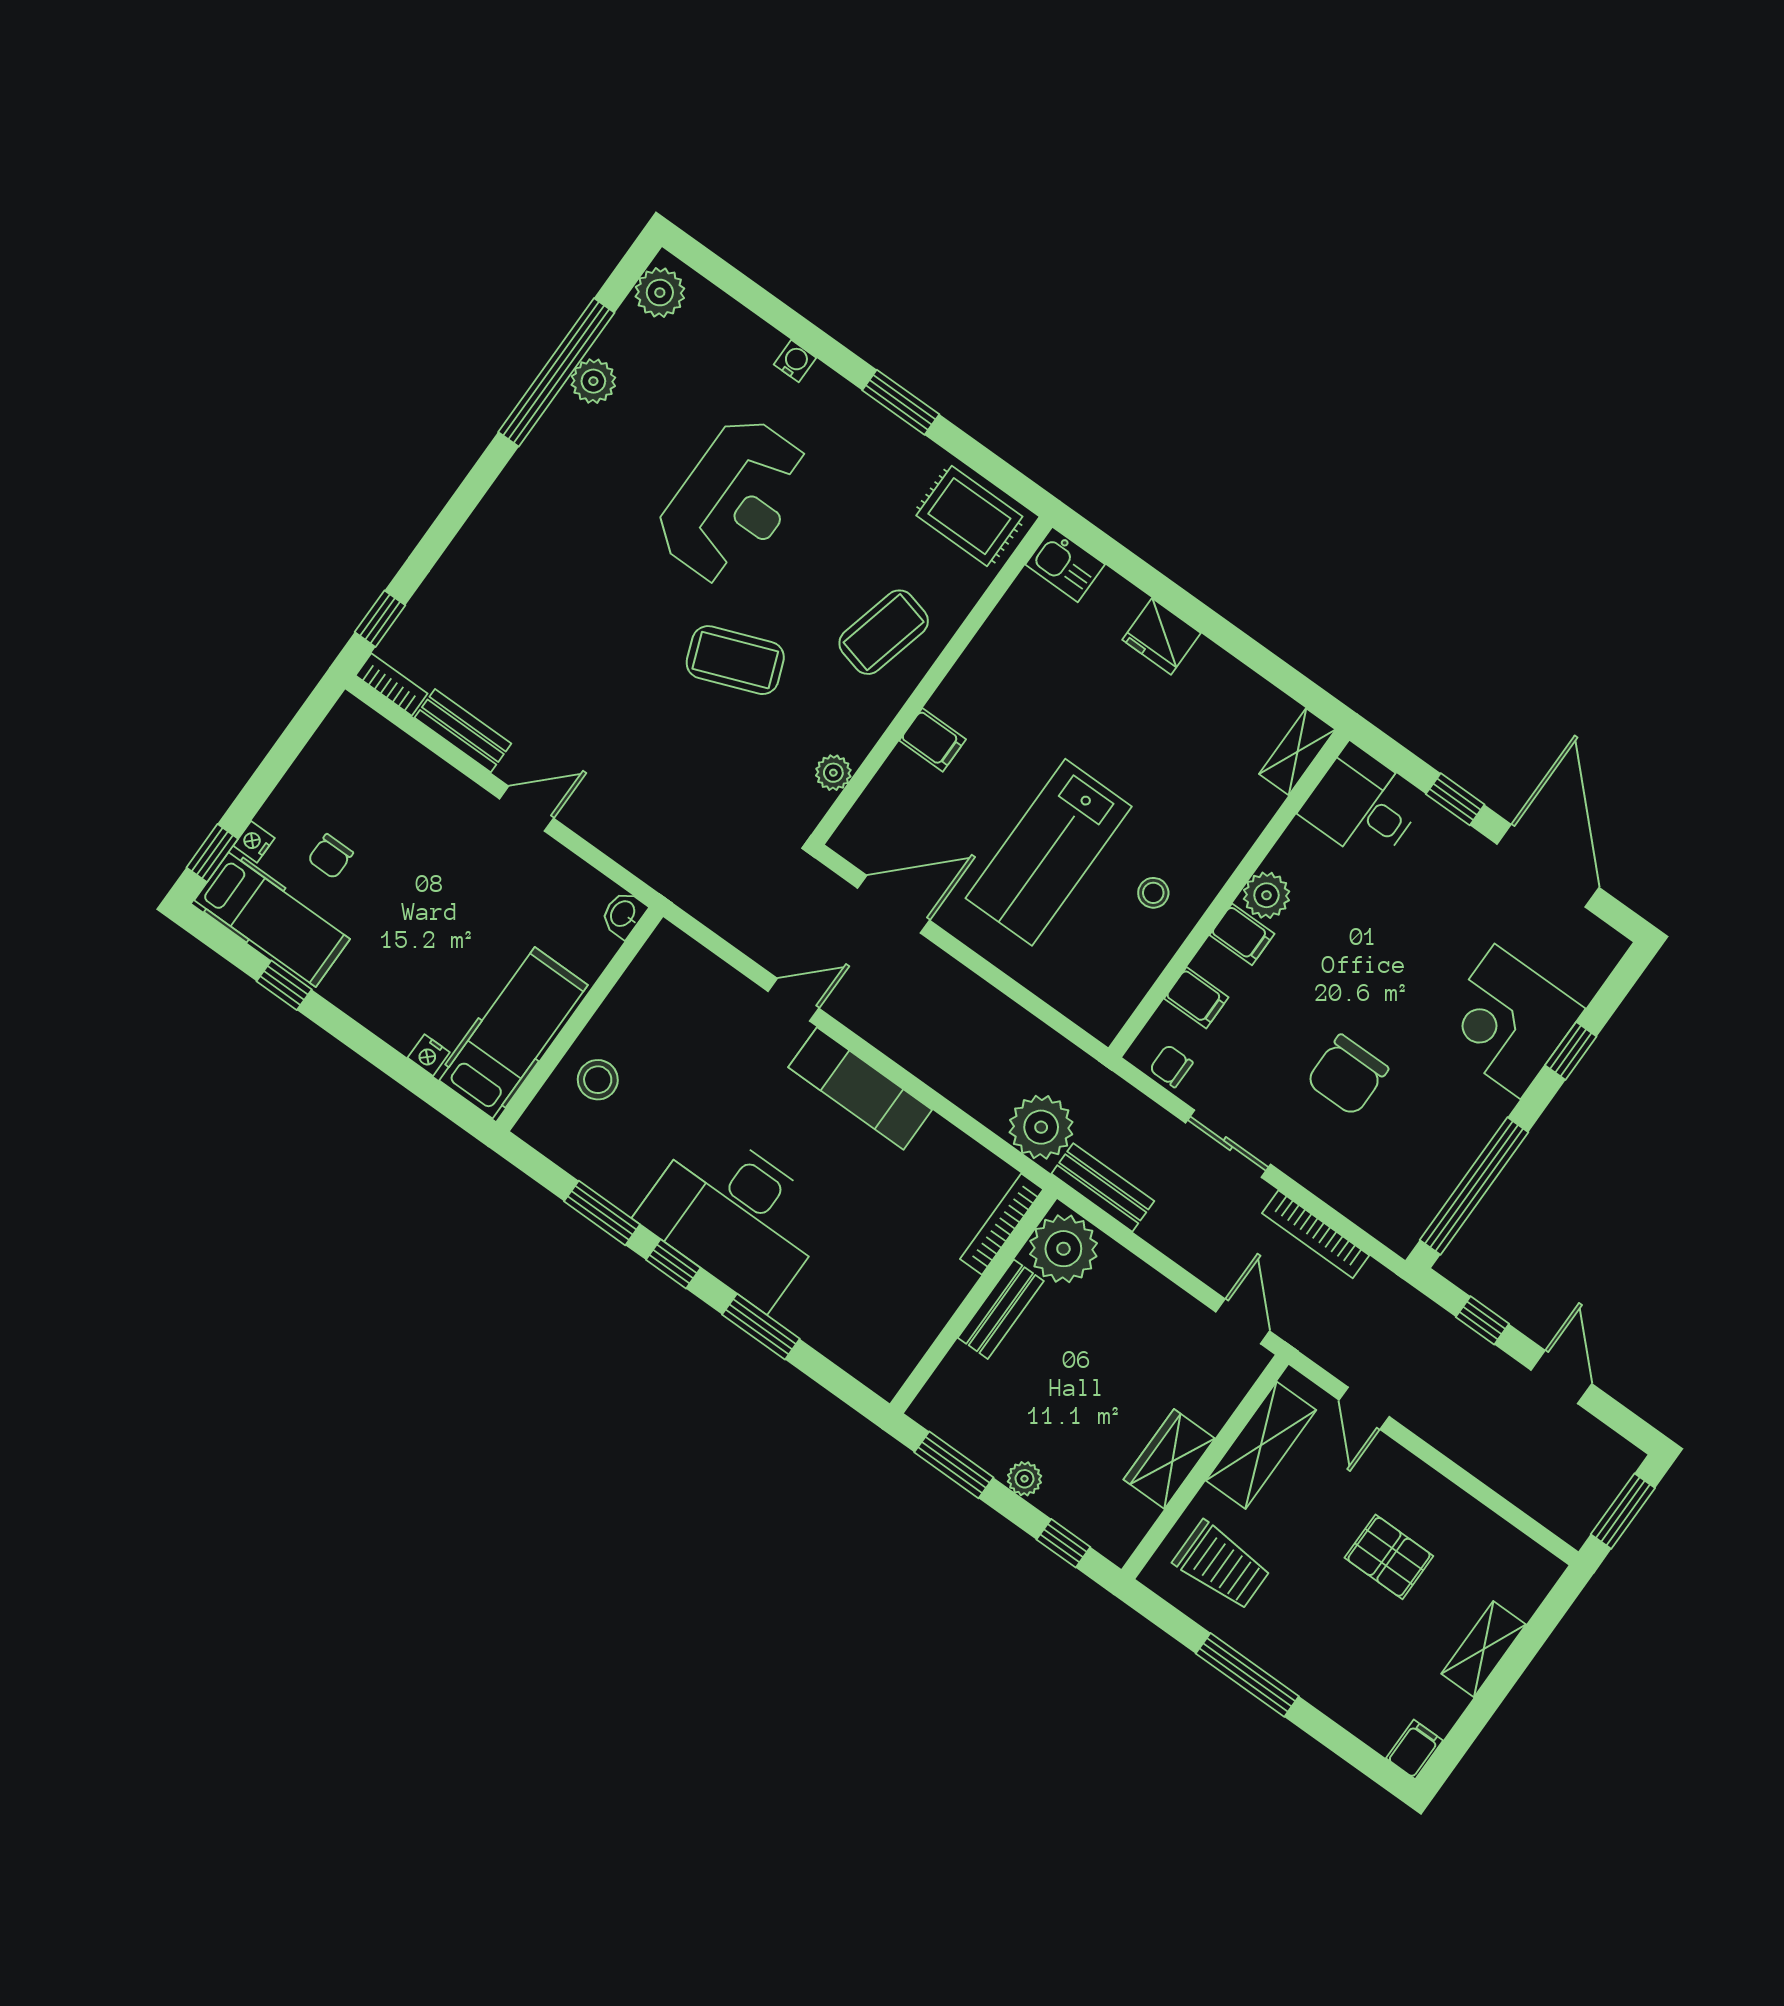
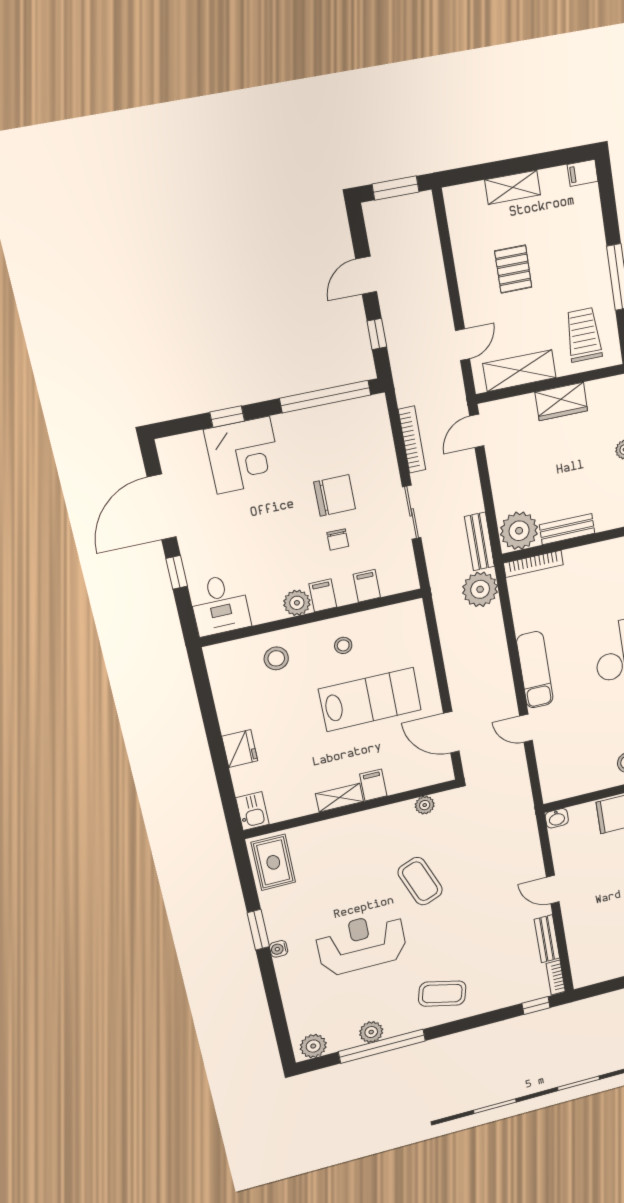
water cooler: (795, 361) -> (279, 949), moved
coffee table: (884, 632) -> (442, 994), moved
shelving: (1297, 752) -> (339, 798), moved
stool: (1225, 799) -> (276, 658), added
chair: (1171, 1066) -> (338, 539), moved

